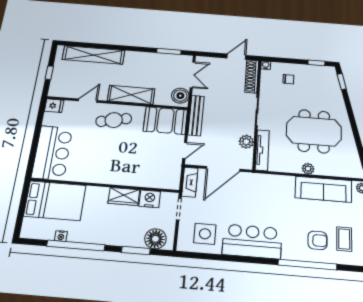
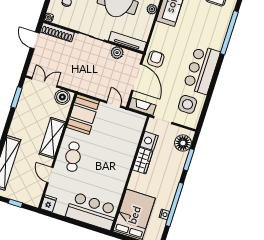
bench: (196, 115) -> (84, 88), removed
armchair: (318, 240) -> (156, 59), moved

